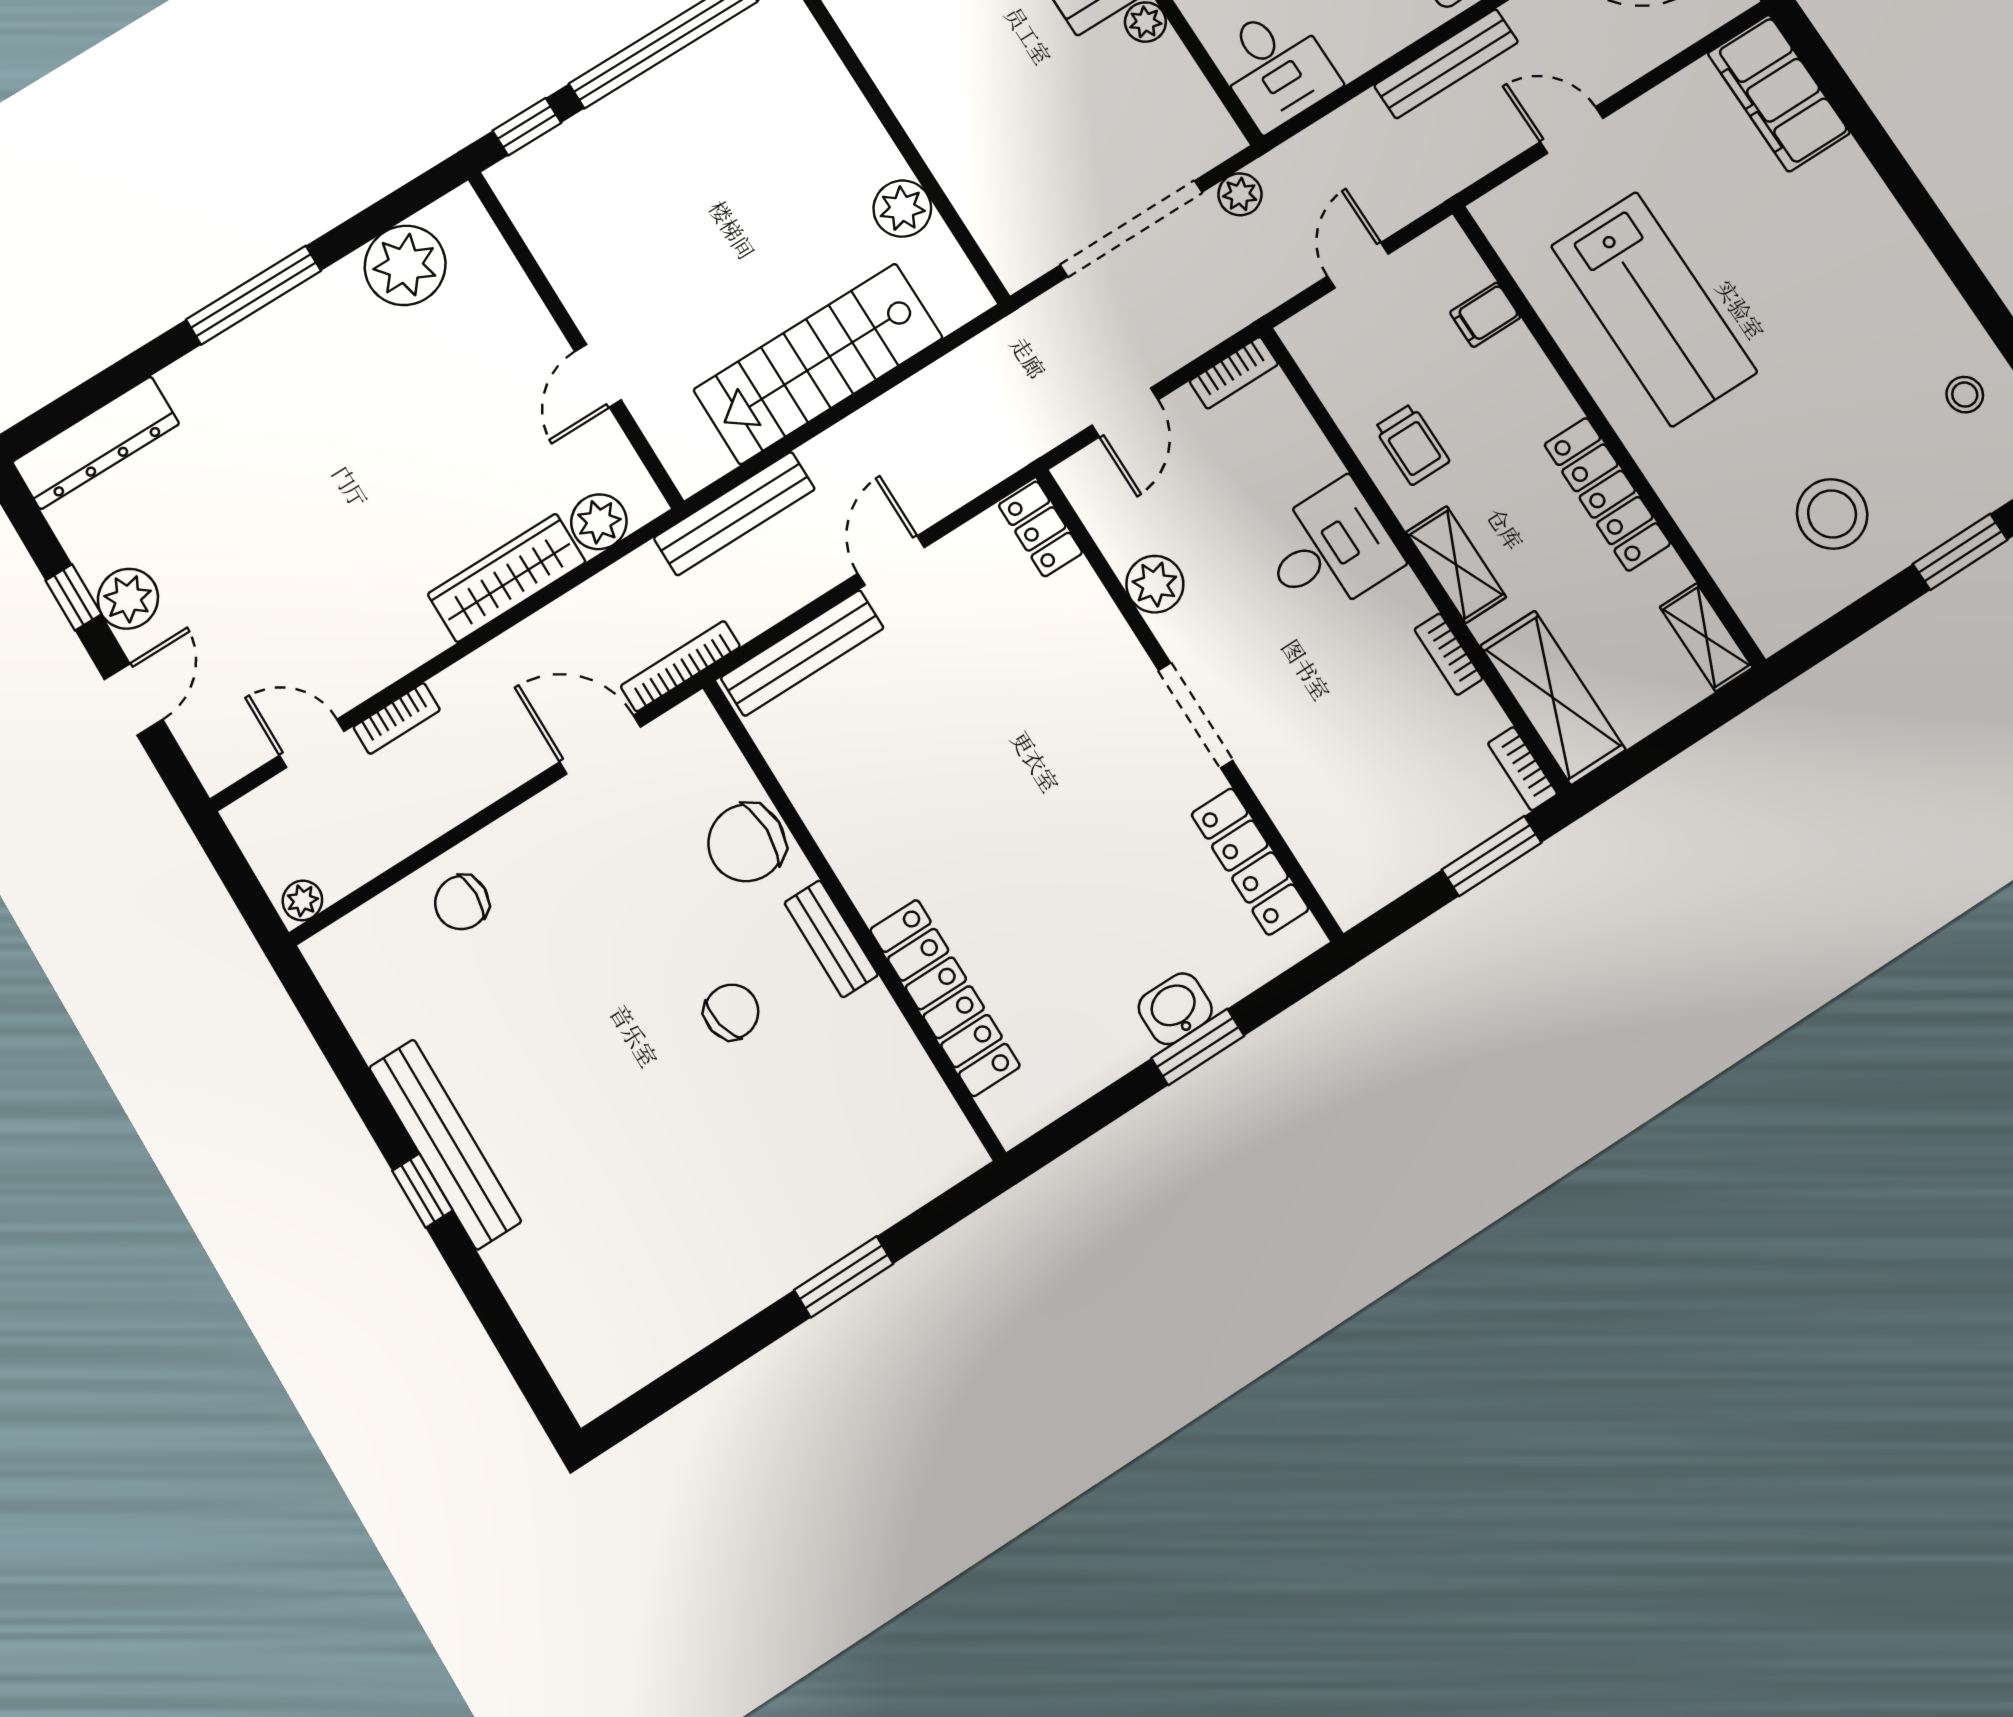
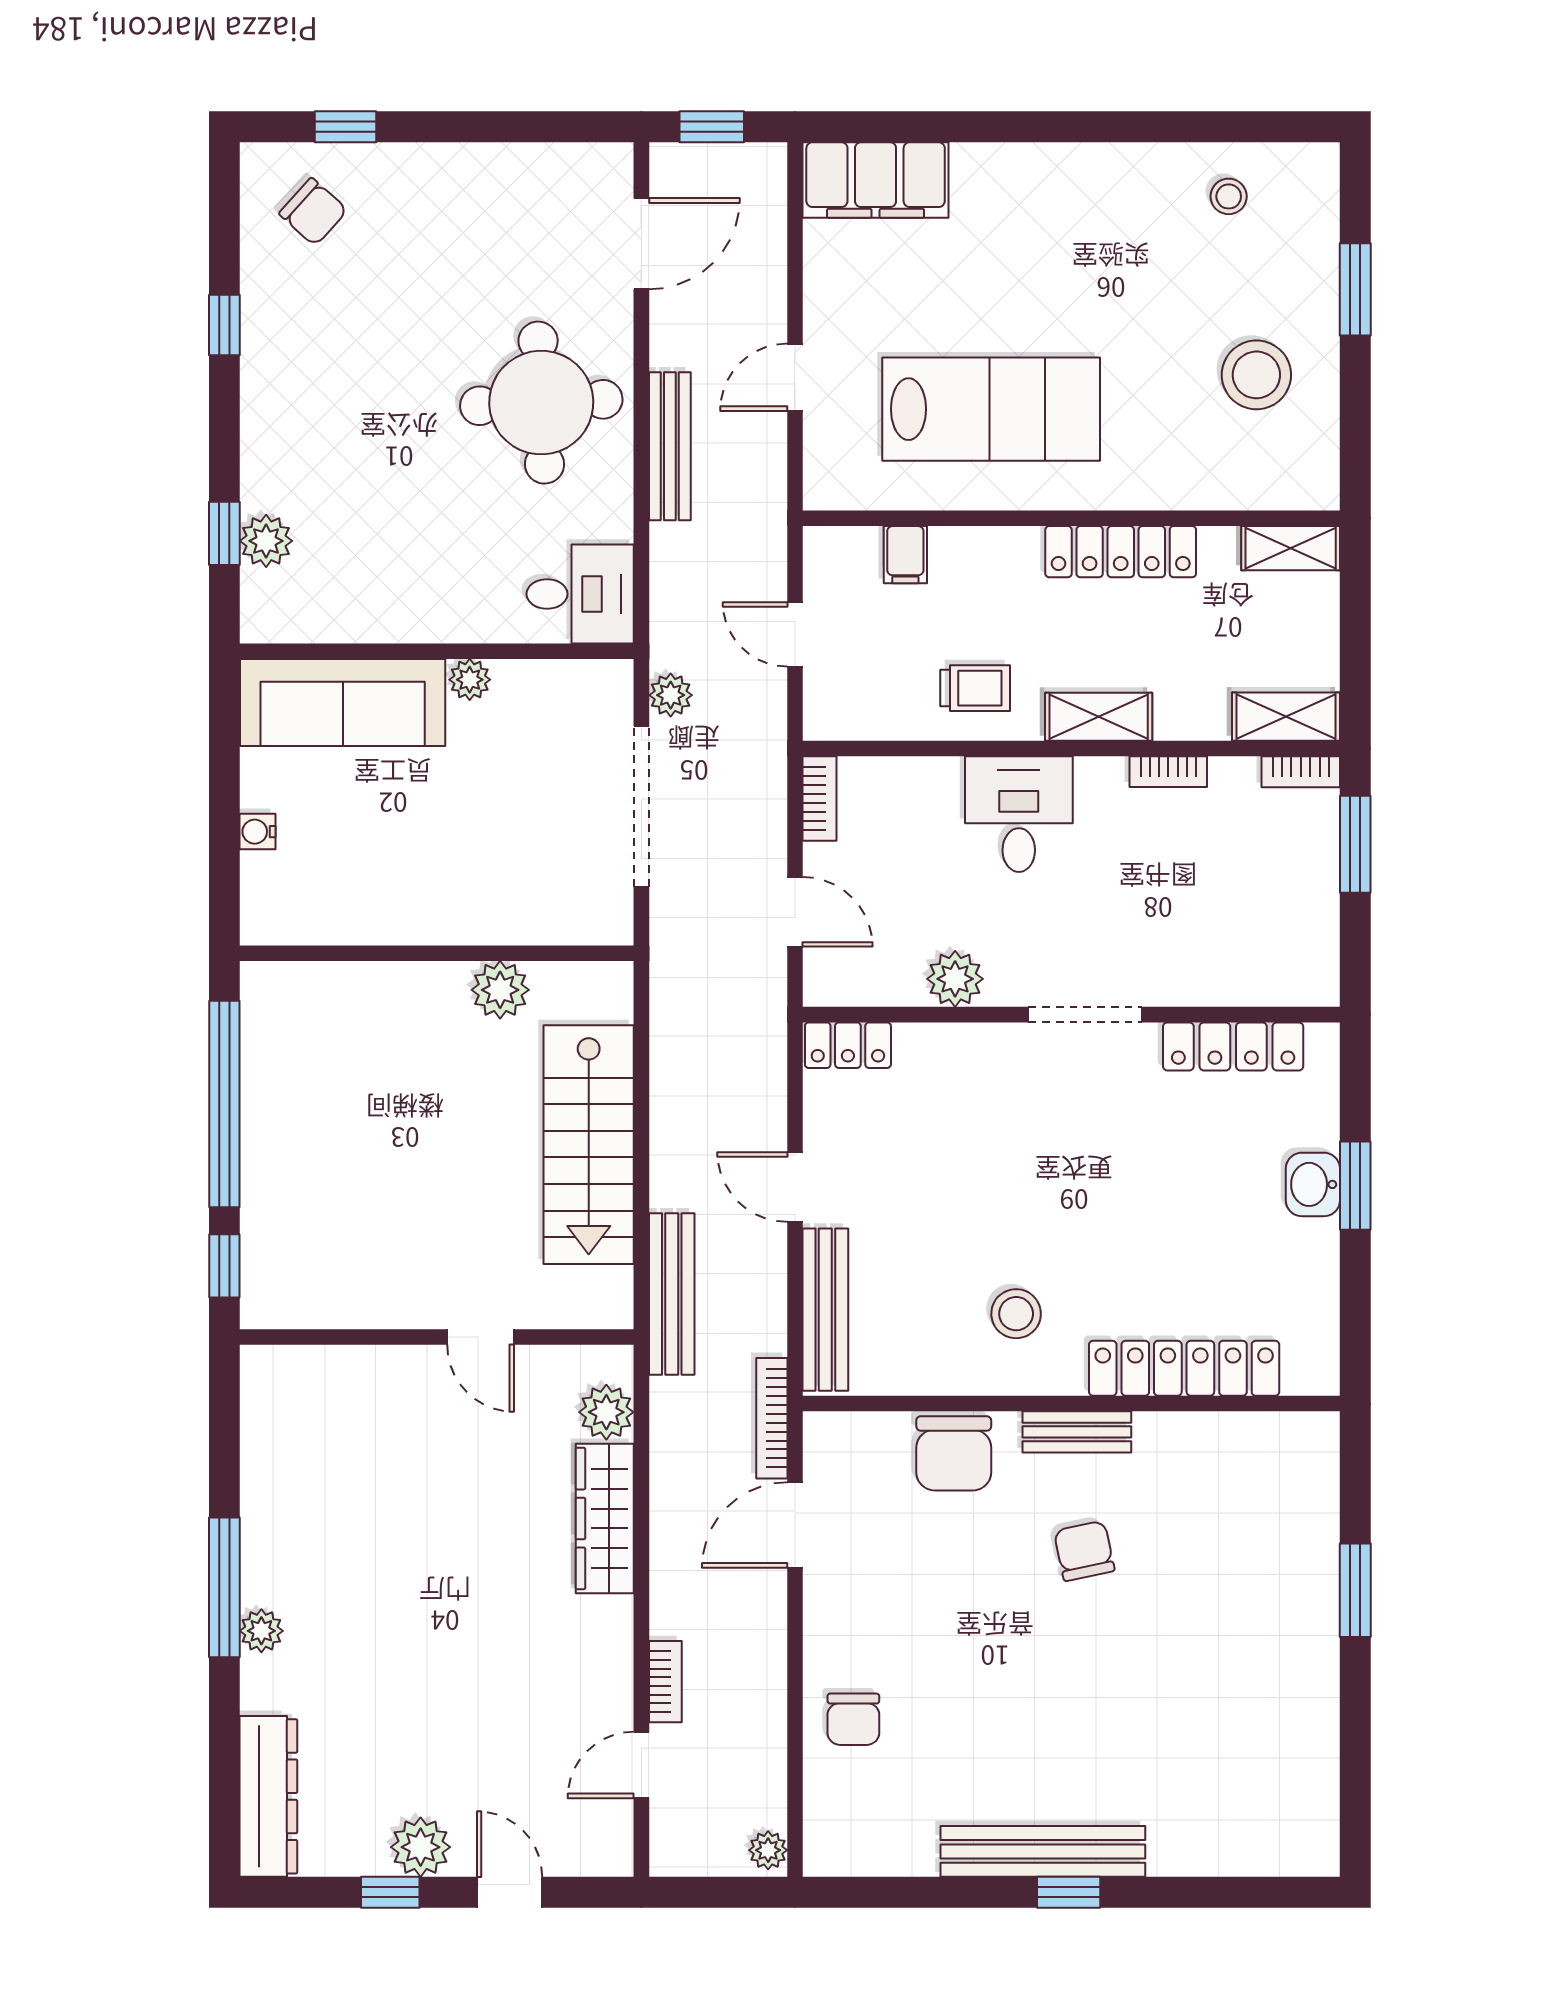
plant: (405, 265) -> (261, 1631), moved, width x0.53, depth x0.53
shelving: (1553, 698) -> (1286, 717), width x0.67, depth x0.75
stool: (901, 820) -> (1016, 1314), added

